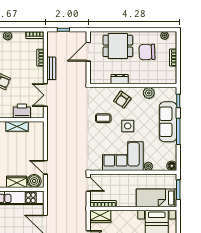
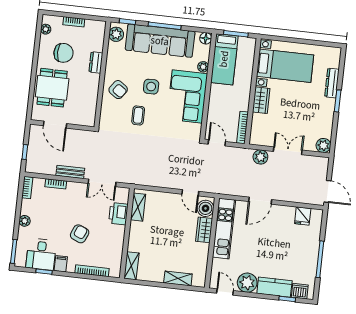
chair: (147, 52) -> (63, 53), turned -88
dresser: (120, 79) -> (96, 62), moved
plant: (149, 93) -> (116, 34), moved
sofa: (168, 122) -> (160, 41), width x1.36, depth x1.27
shelving: (17, 126) -> (138, 207), moved
door: (45, 167) -> (190, 193), hinge flipped
door: (88, 184) -> (217, 143), hinge flipped
bed: (156, 198) -> (224, 59), moved
wardrobe: (100, 216) -> (261, 100), moved
plant: (81, 221) -> (260, 157), added

